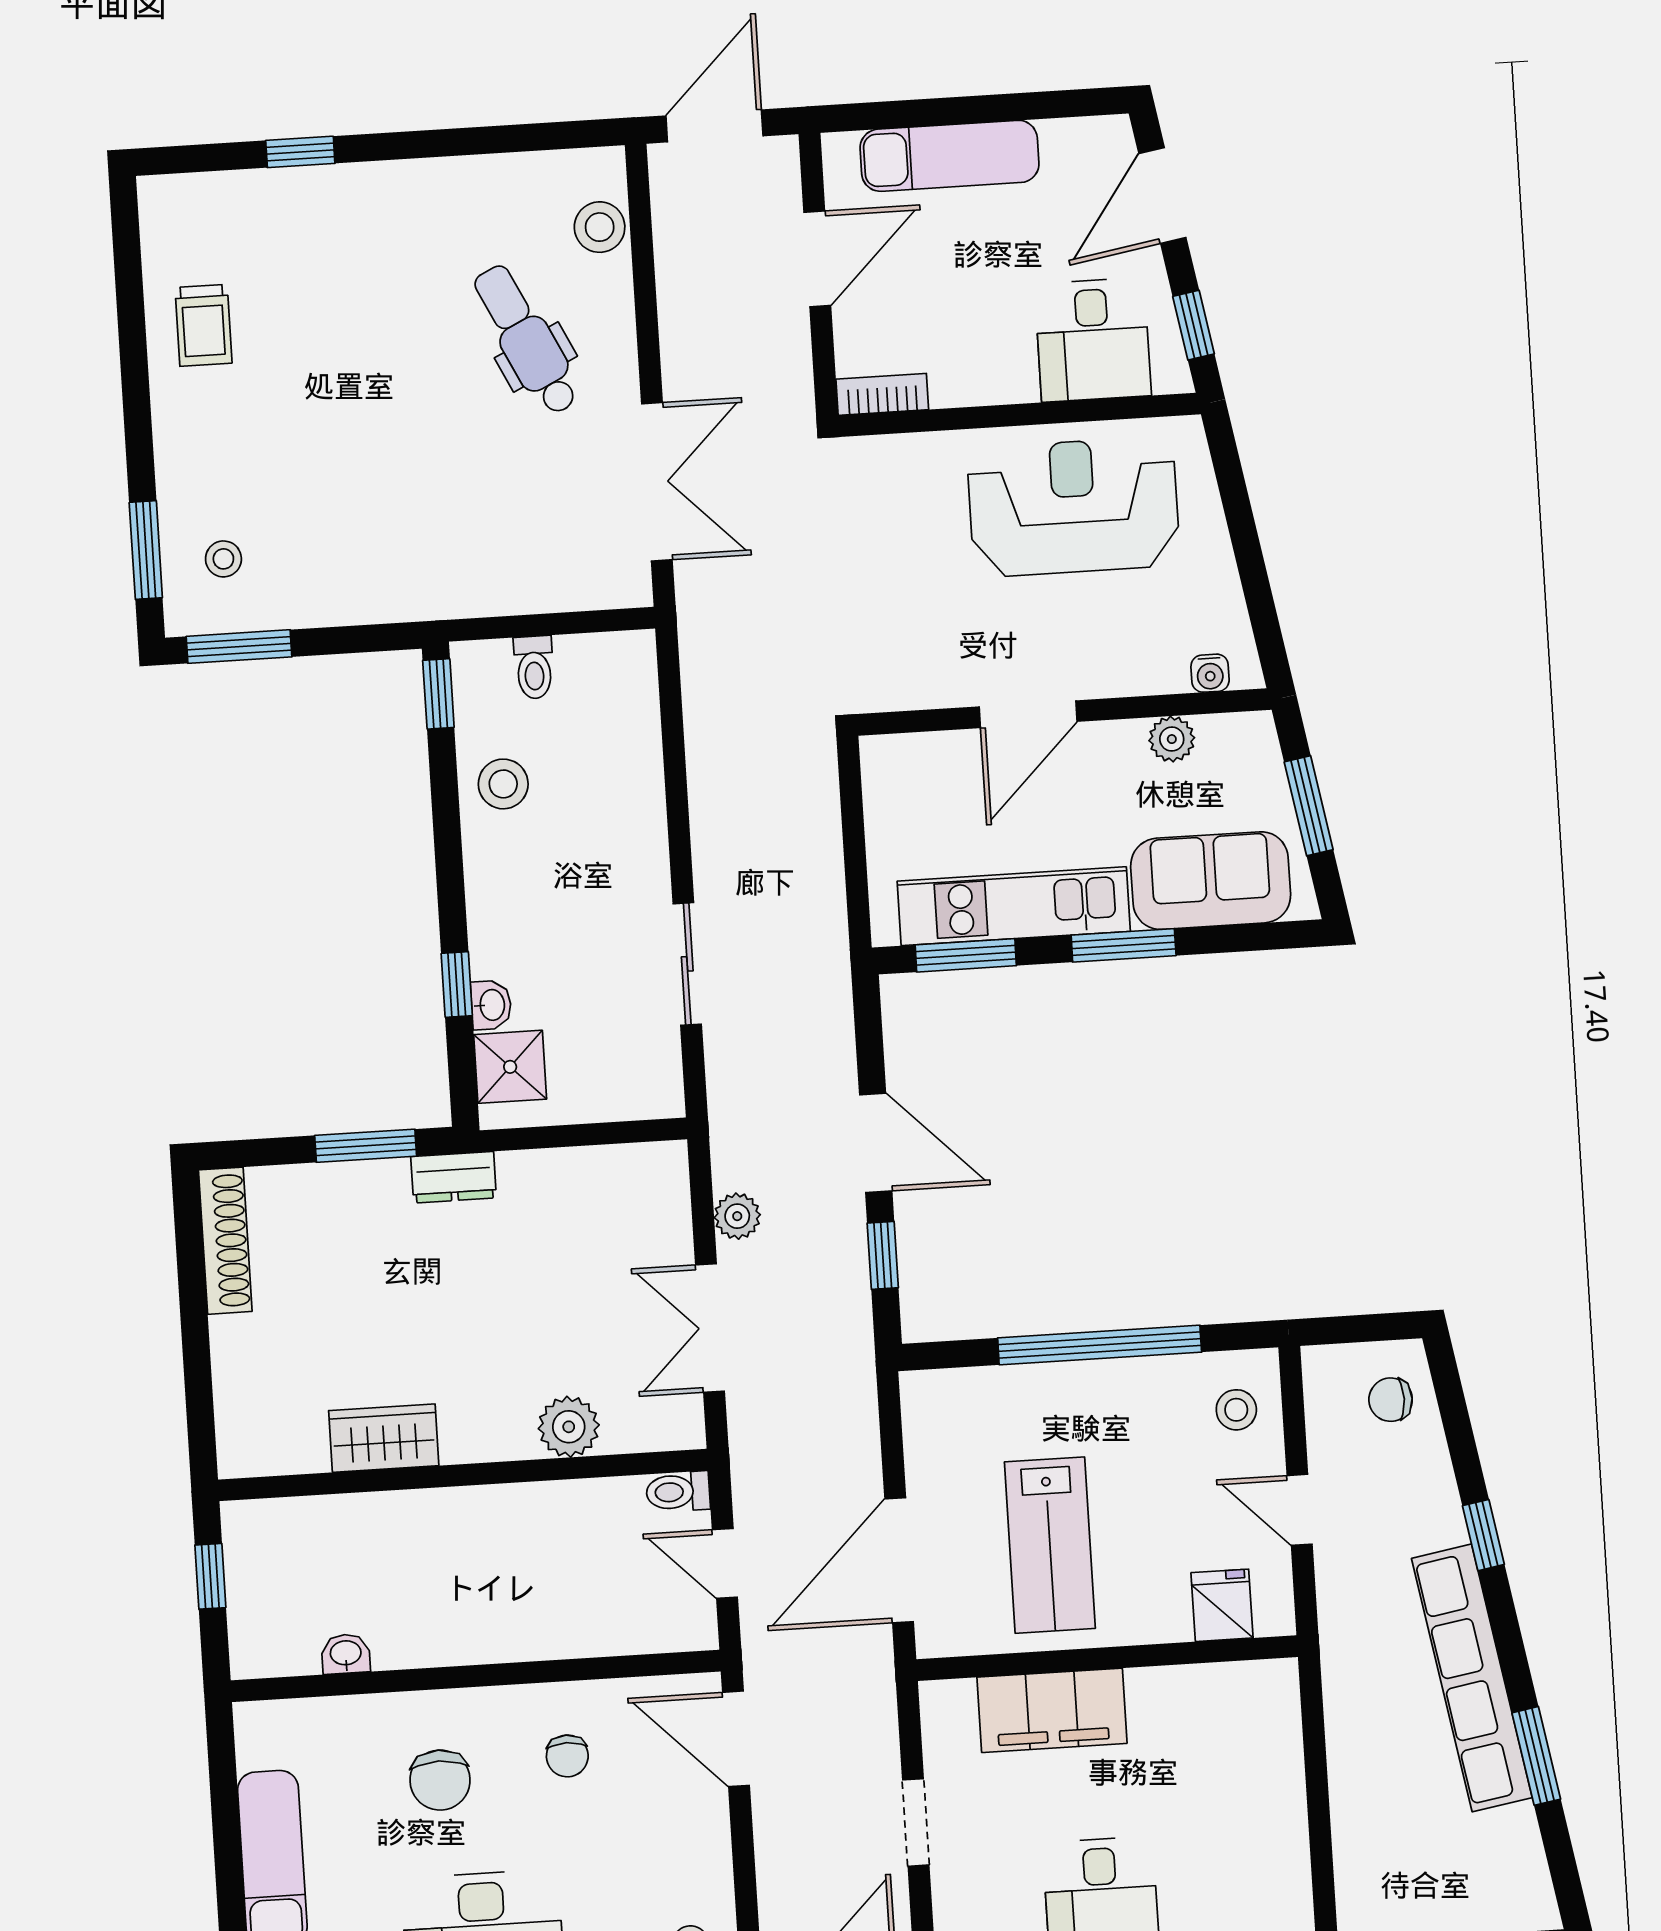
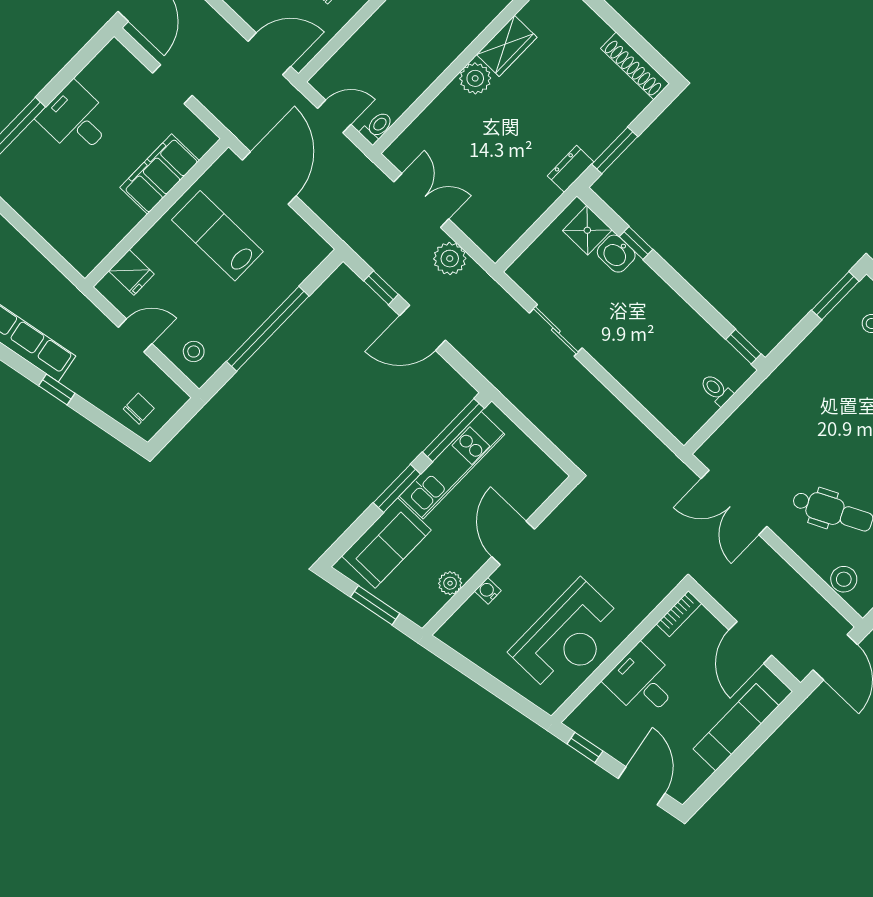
desk: (1093, 340) -> (642, 682), moved
water cooler: (1210, 673) -> (488, 591), moved
stool: (503, 784) -> (688, 335), removed
window: (966, 955) -> (453, 430), width x1.44
washbasin: (491, 1005) -> (616, 254), width x1.38, depth x1.45
plant: (737, 1216) -> (450, 259), width x1.38, depth x1.38
plant: (569, 1427) -> (475, 78), moved

